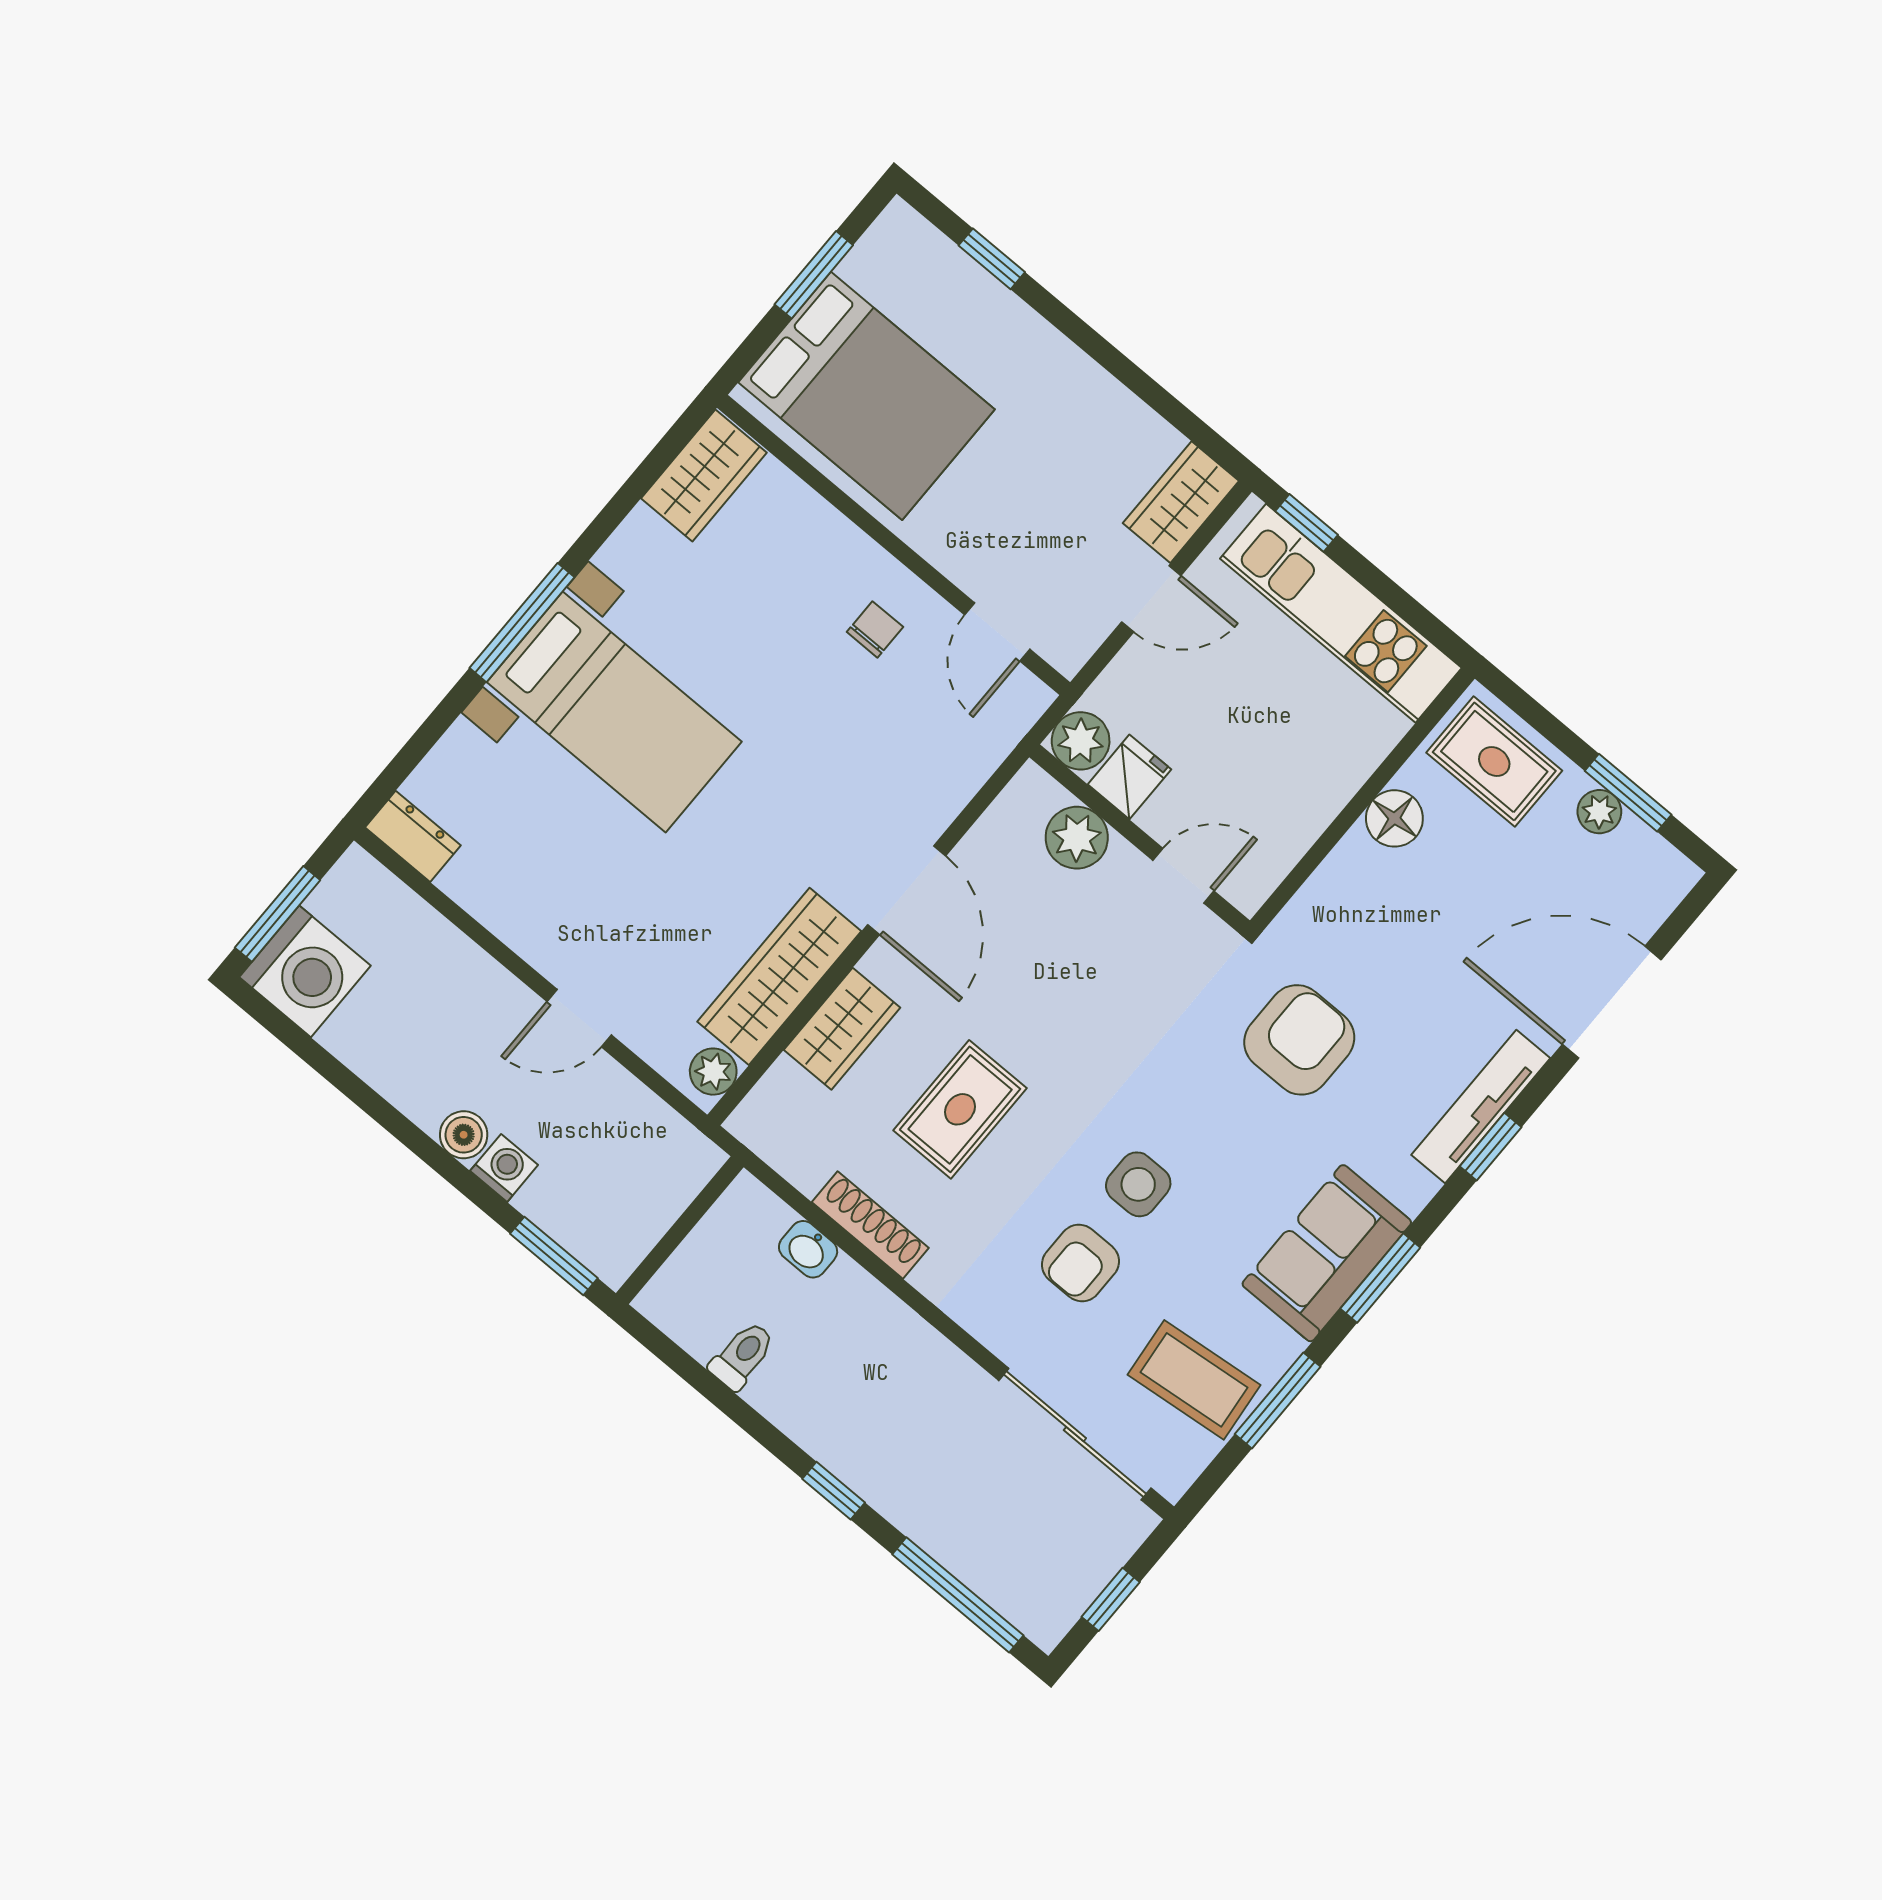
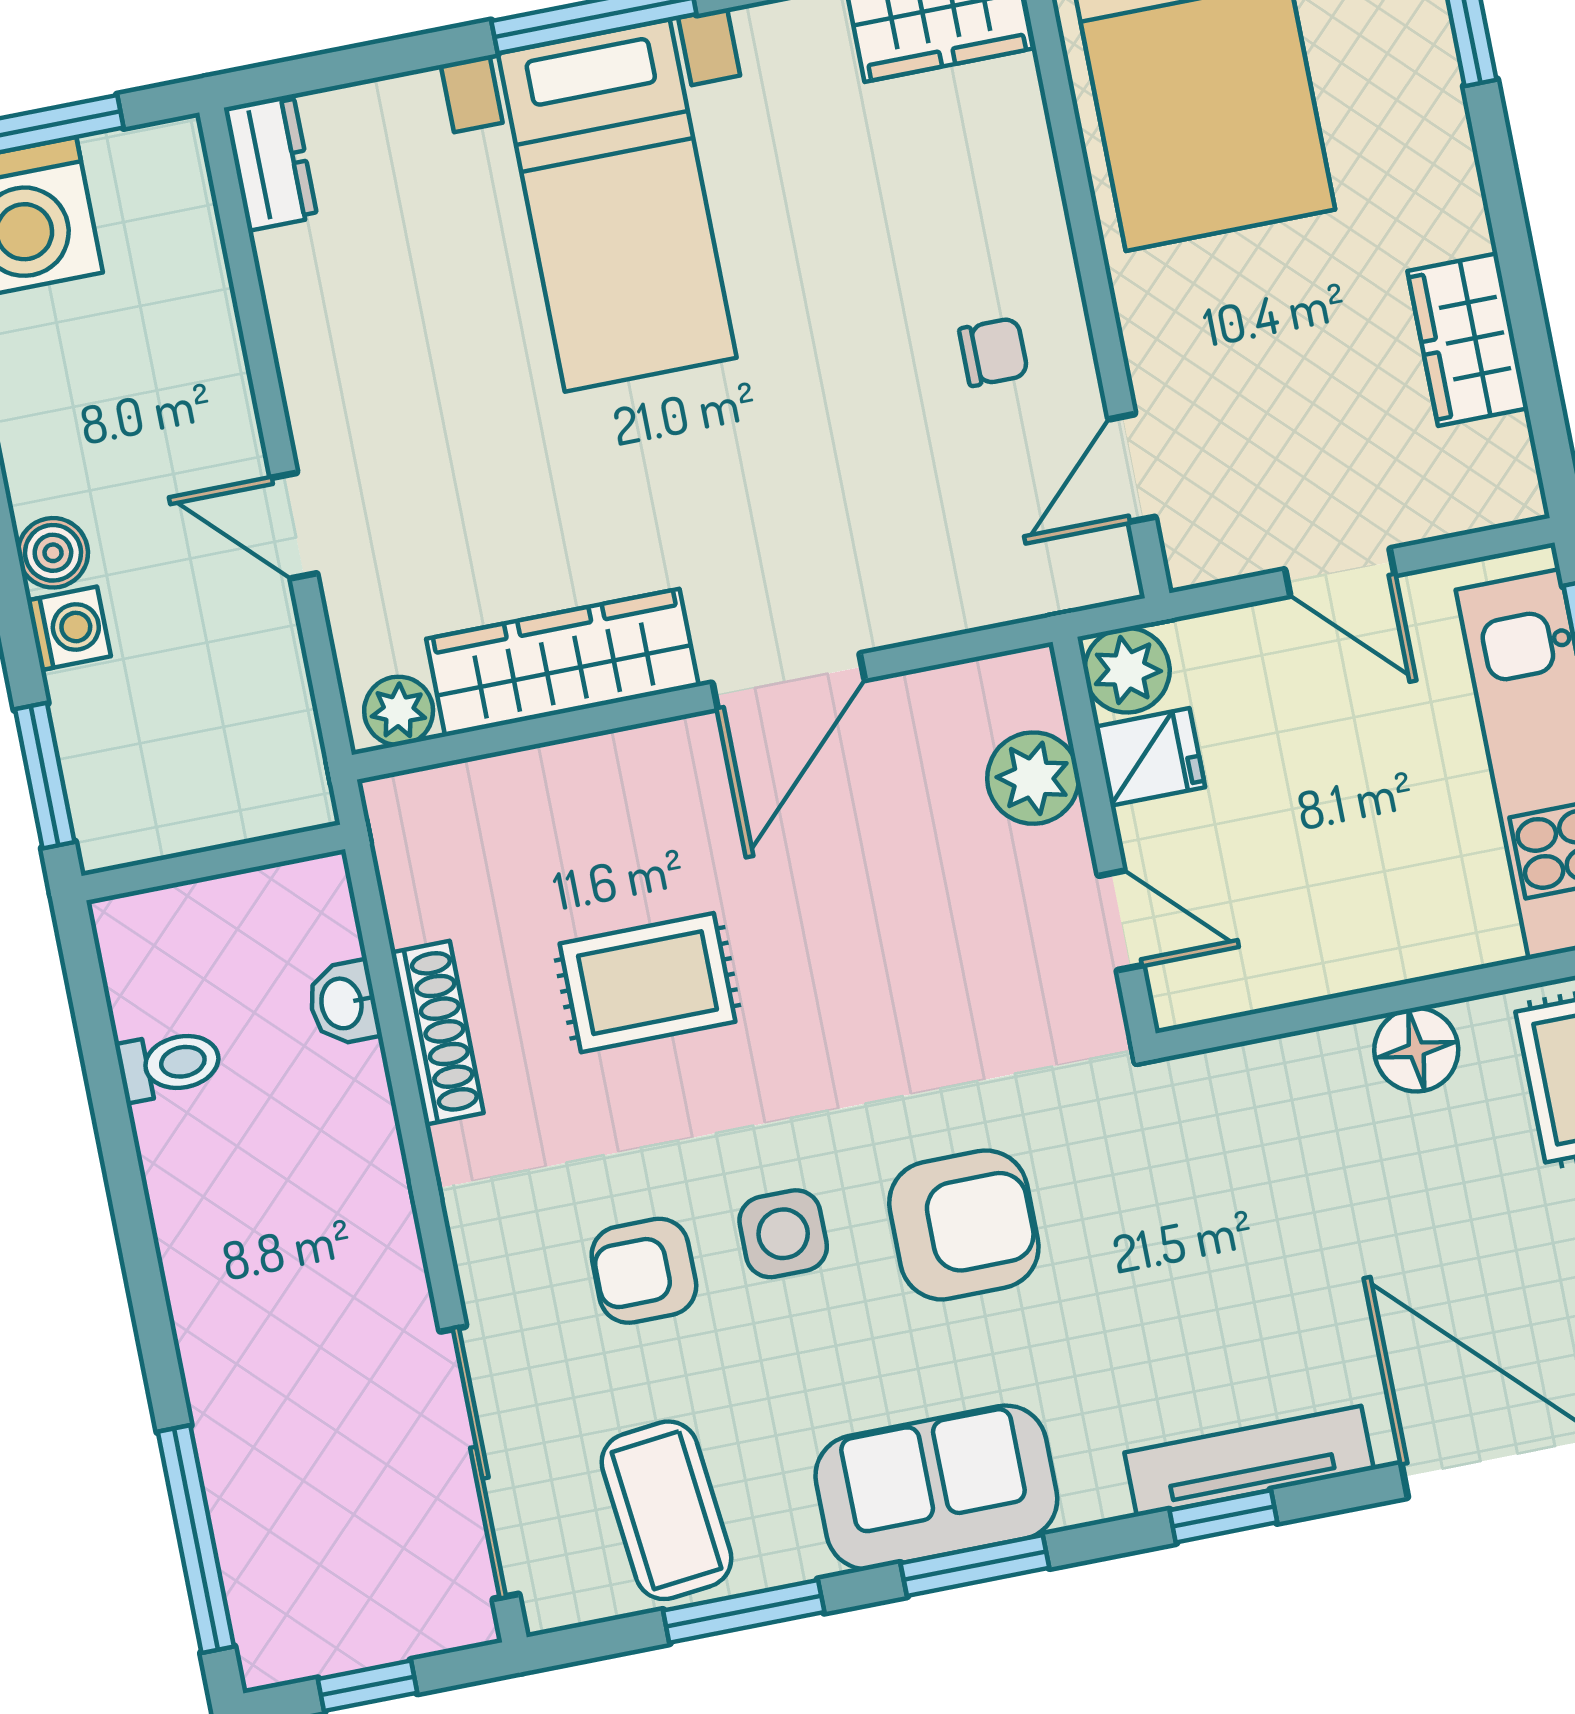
wardrobe: (1181, 502) -> (1468, 340), moved, turned -90
wardrobe: (842, 1029) -> (586, 781), removed
armchair: (1299, 1040) -> (964, 1225), moved
window: (834, 1491) -> (149, 1304), removed

